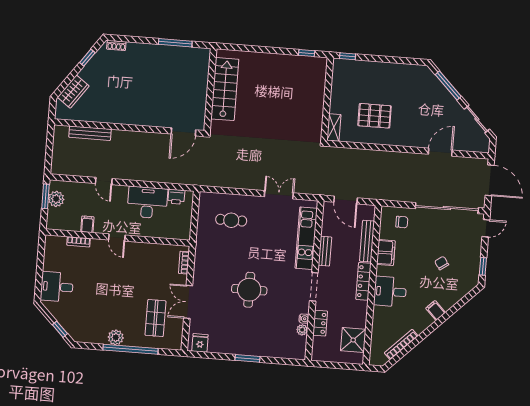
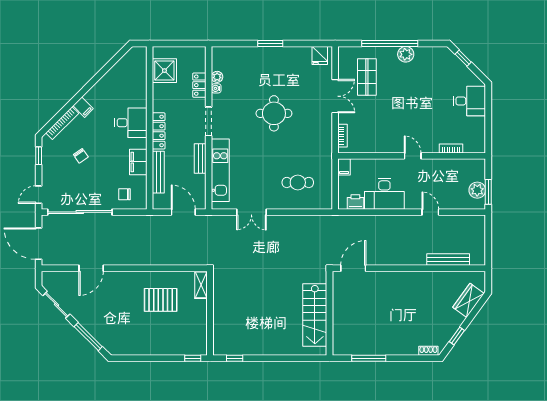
filing cabinet: (87, 224) -> (344, 167), moved
bookcase: (401, 344) -> (62, 123), moved

